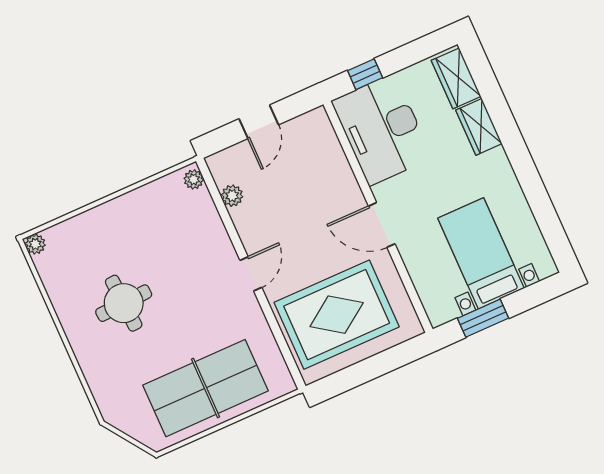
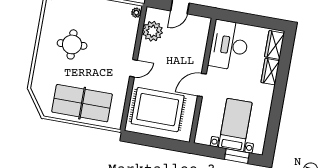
window: (365, 74) -> (238, 17), removed
plant: (232, 196) -> (153, 31), width x1.88, depth x1.88
door: (382, 225) -> (202, 85), hinge flipped
window: (483, 318) -> (237, 156), moved

